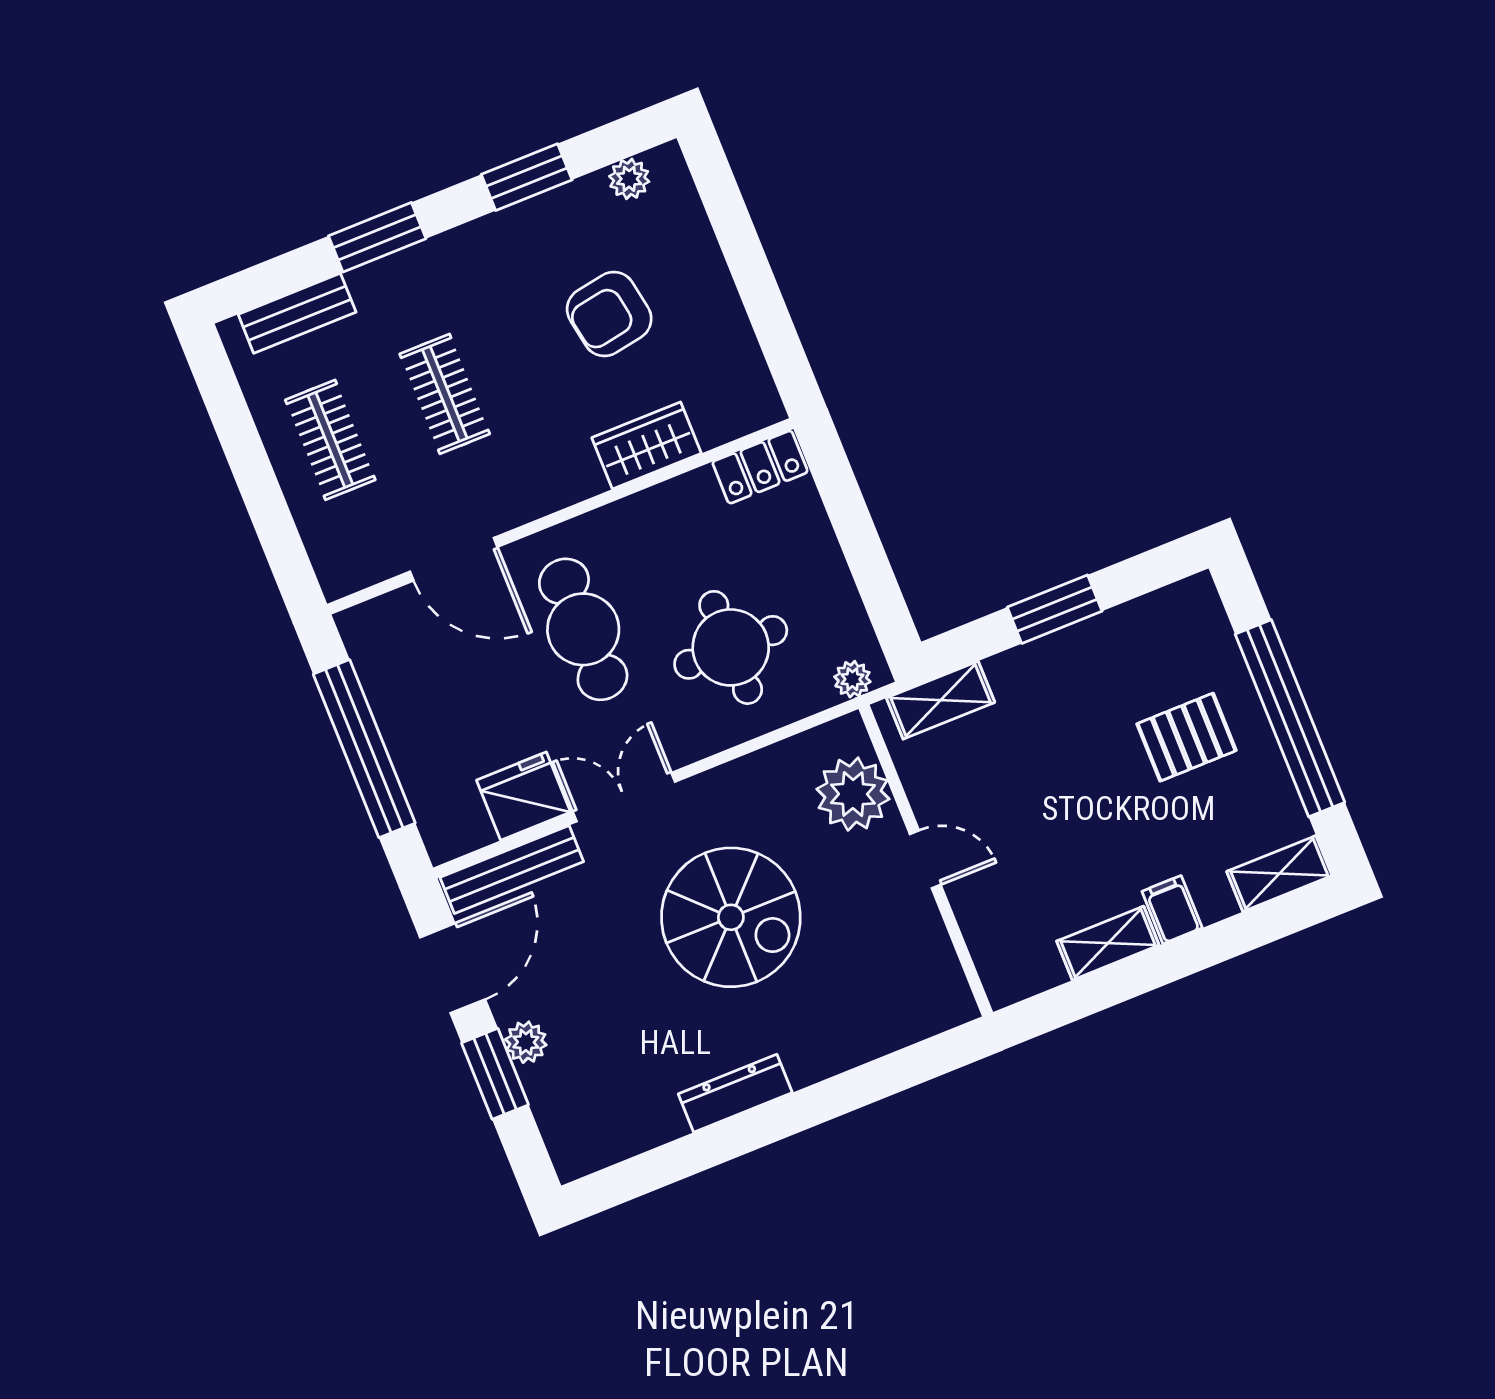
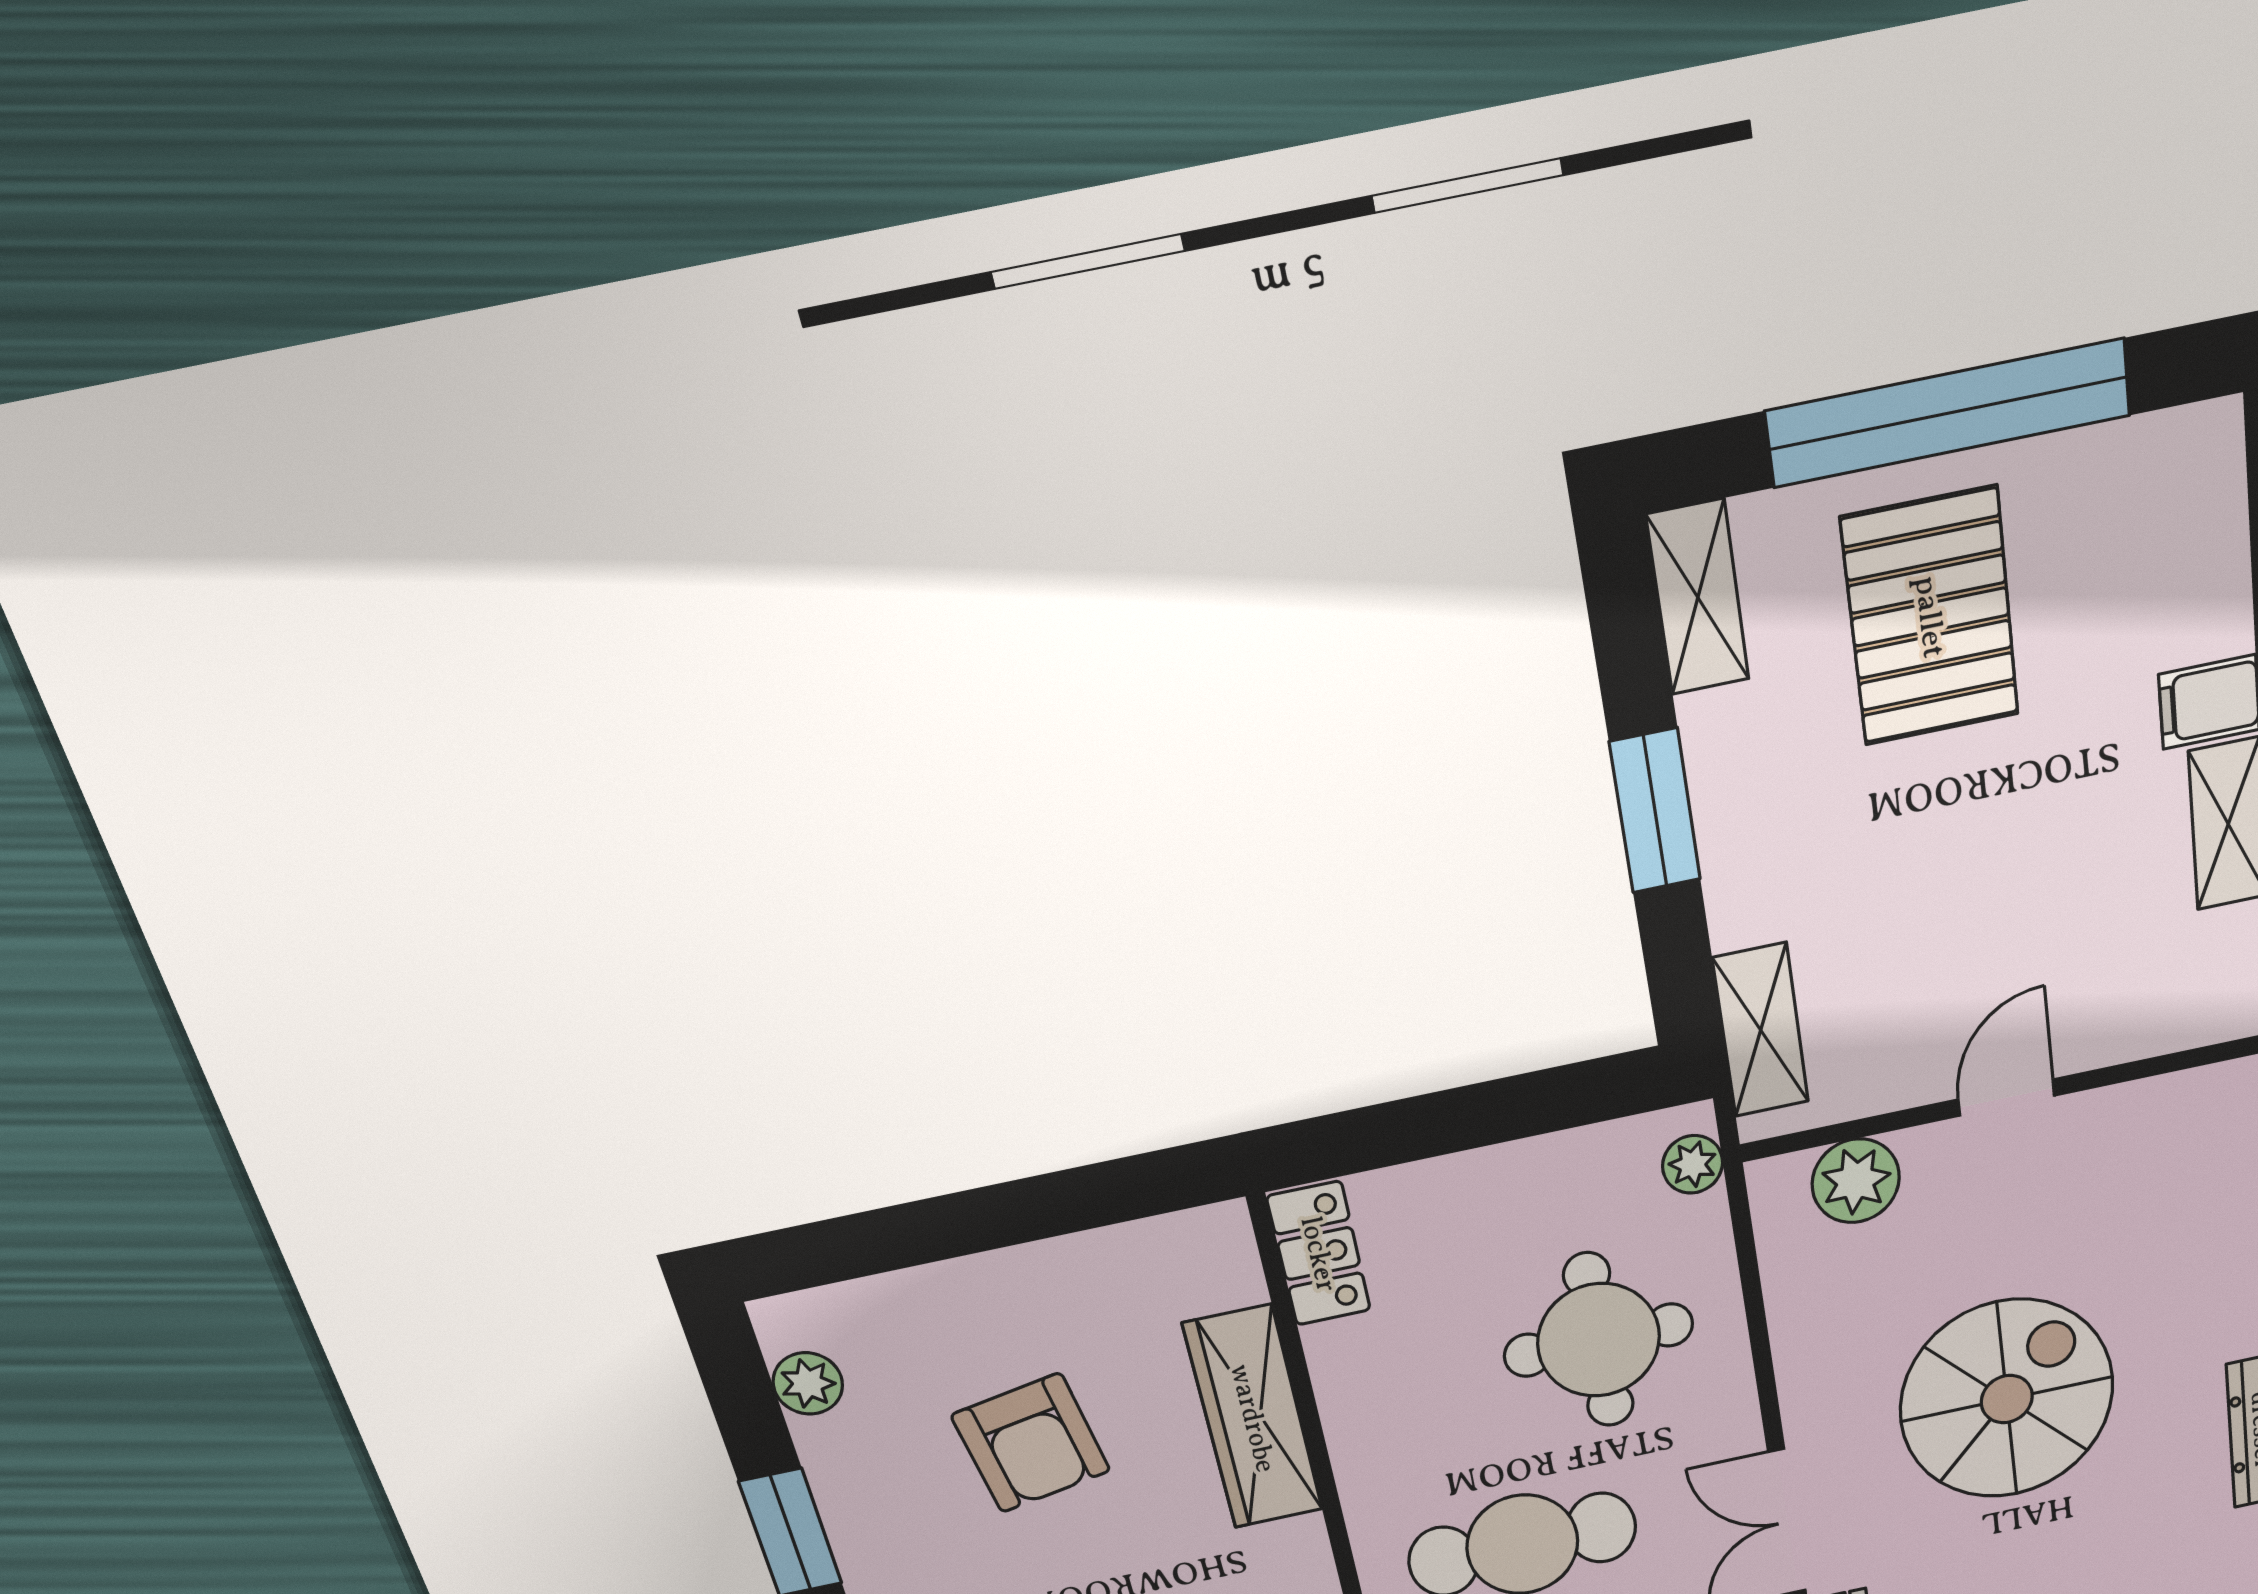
wardrobe: (646, 445) -> (1253, 1418), width x1.50
pallet: (1187, 737) -> (1930, 617), width x1.50, depth x1.42
plant: (853, 794) -> (1856, 1181), width x0.73, depth x0.73
shelving: (1279, 874) -> (1698, 598), moved

